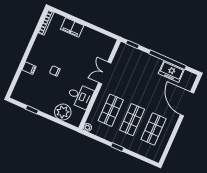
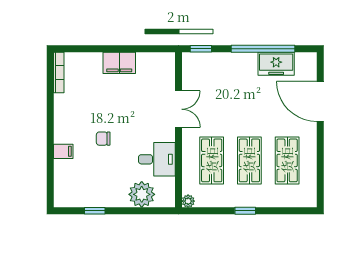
filing cabinet: (72, 27) -> (119, 63), moved
double door: (105, 73) -> (178, 109), swing flipped

